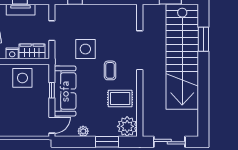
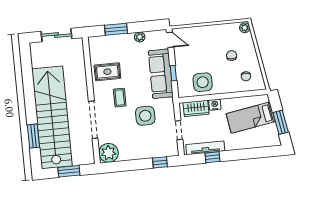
tv unit: (21, 10) -> (205, 148), width x1.41
door: (52, 125) -> (170, 40), swing flipped
plant: (127, 126) -> (109, 153), moved

